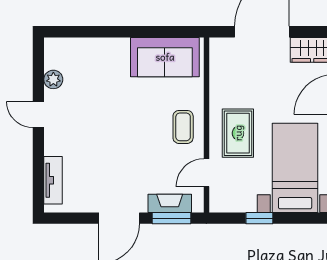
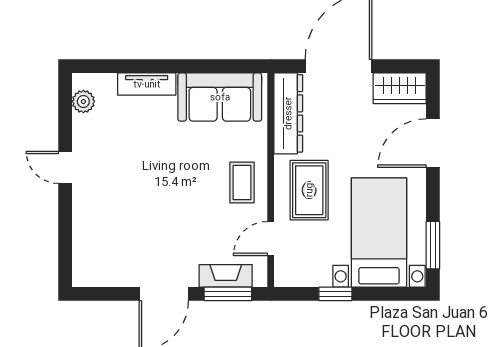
dresser: (221, 70) -> (288, 113), added
plant: (53, 79) -> (83, 101), moved
tv unit: (53, 180) -> (147, 84), moved, turned 90

